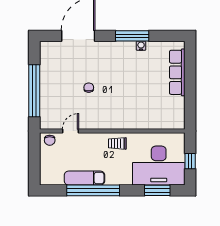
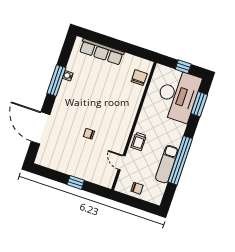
window: (34, 91) -> (76, 182), width x0.32
chair: (164, 120) -> (139, 78), added
chair: (50, 140) -> (137, 188), moved
trolley: (117, 143) -> (139, 141), moved

